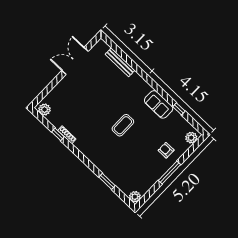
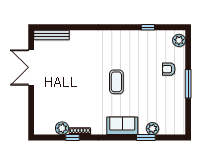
bench: (120, 62) -> (51, 35), moved
sofa: (159, 104) -> (122, 126), moved, turned 180
plant: (44, 110) -> (62, 128), moved
plant: (135, 197) -> (152, 129), moved

